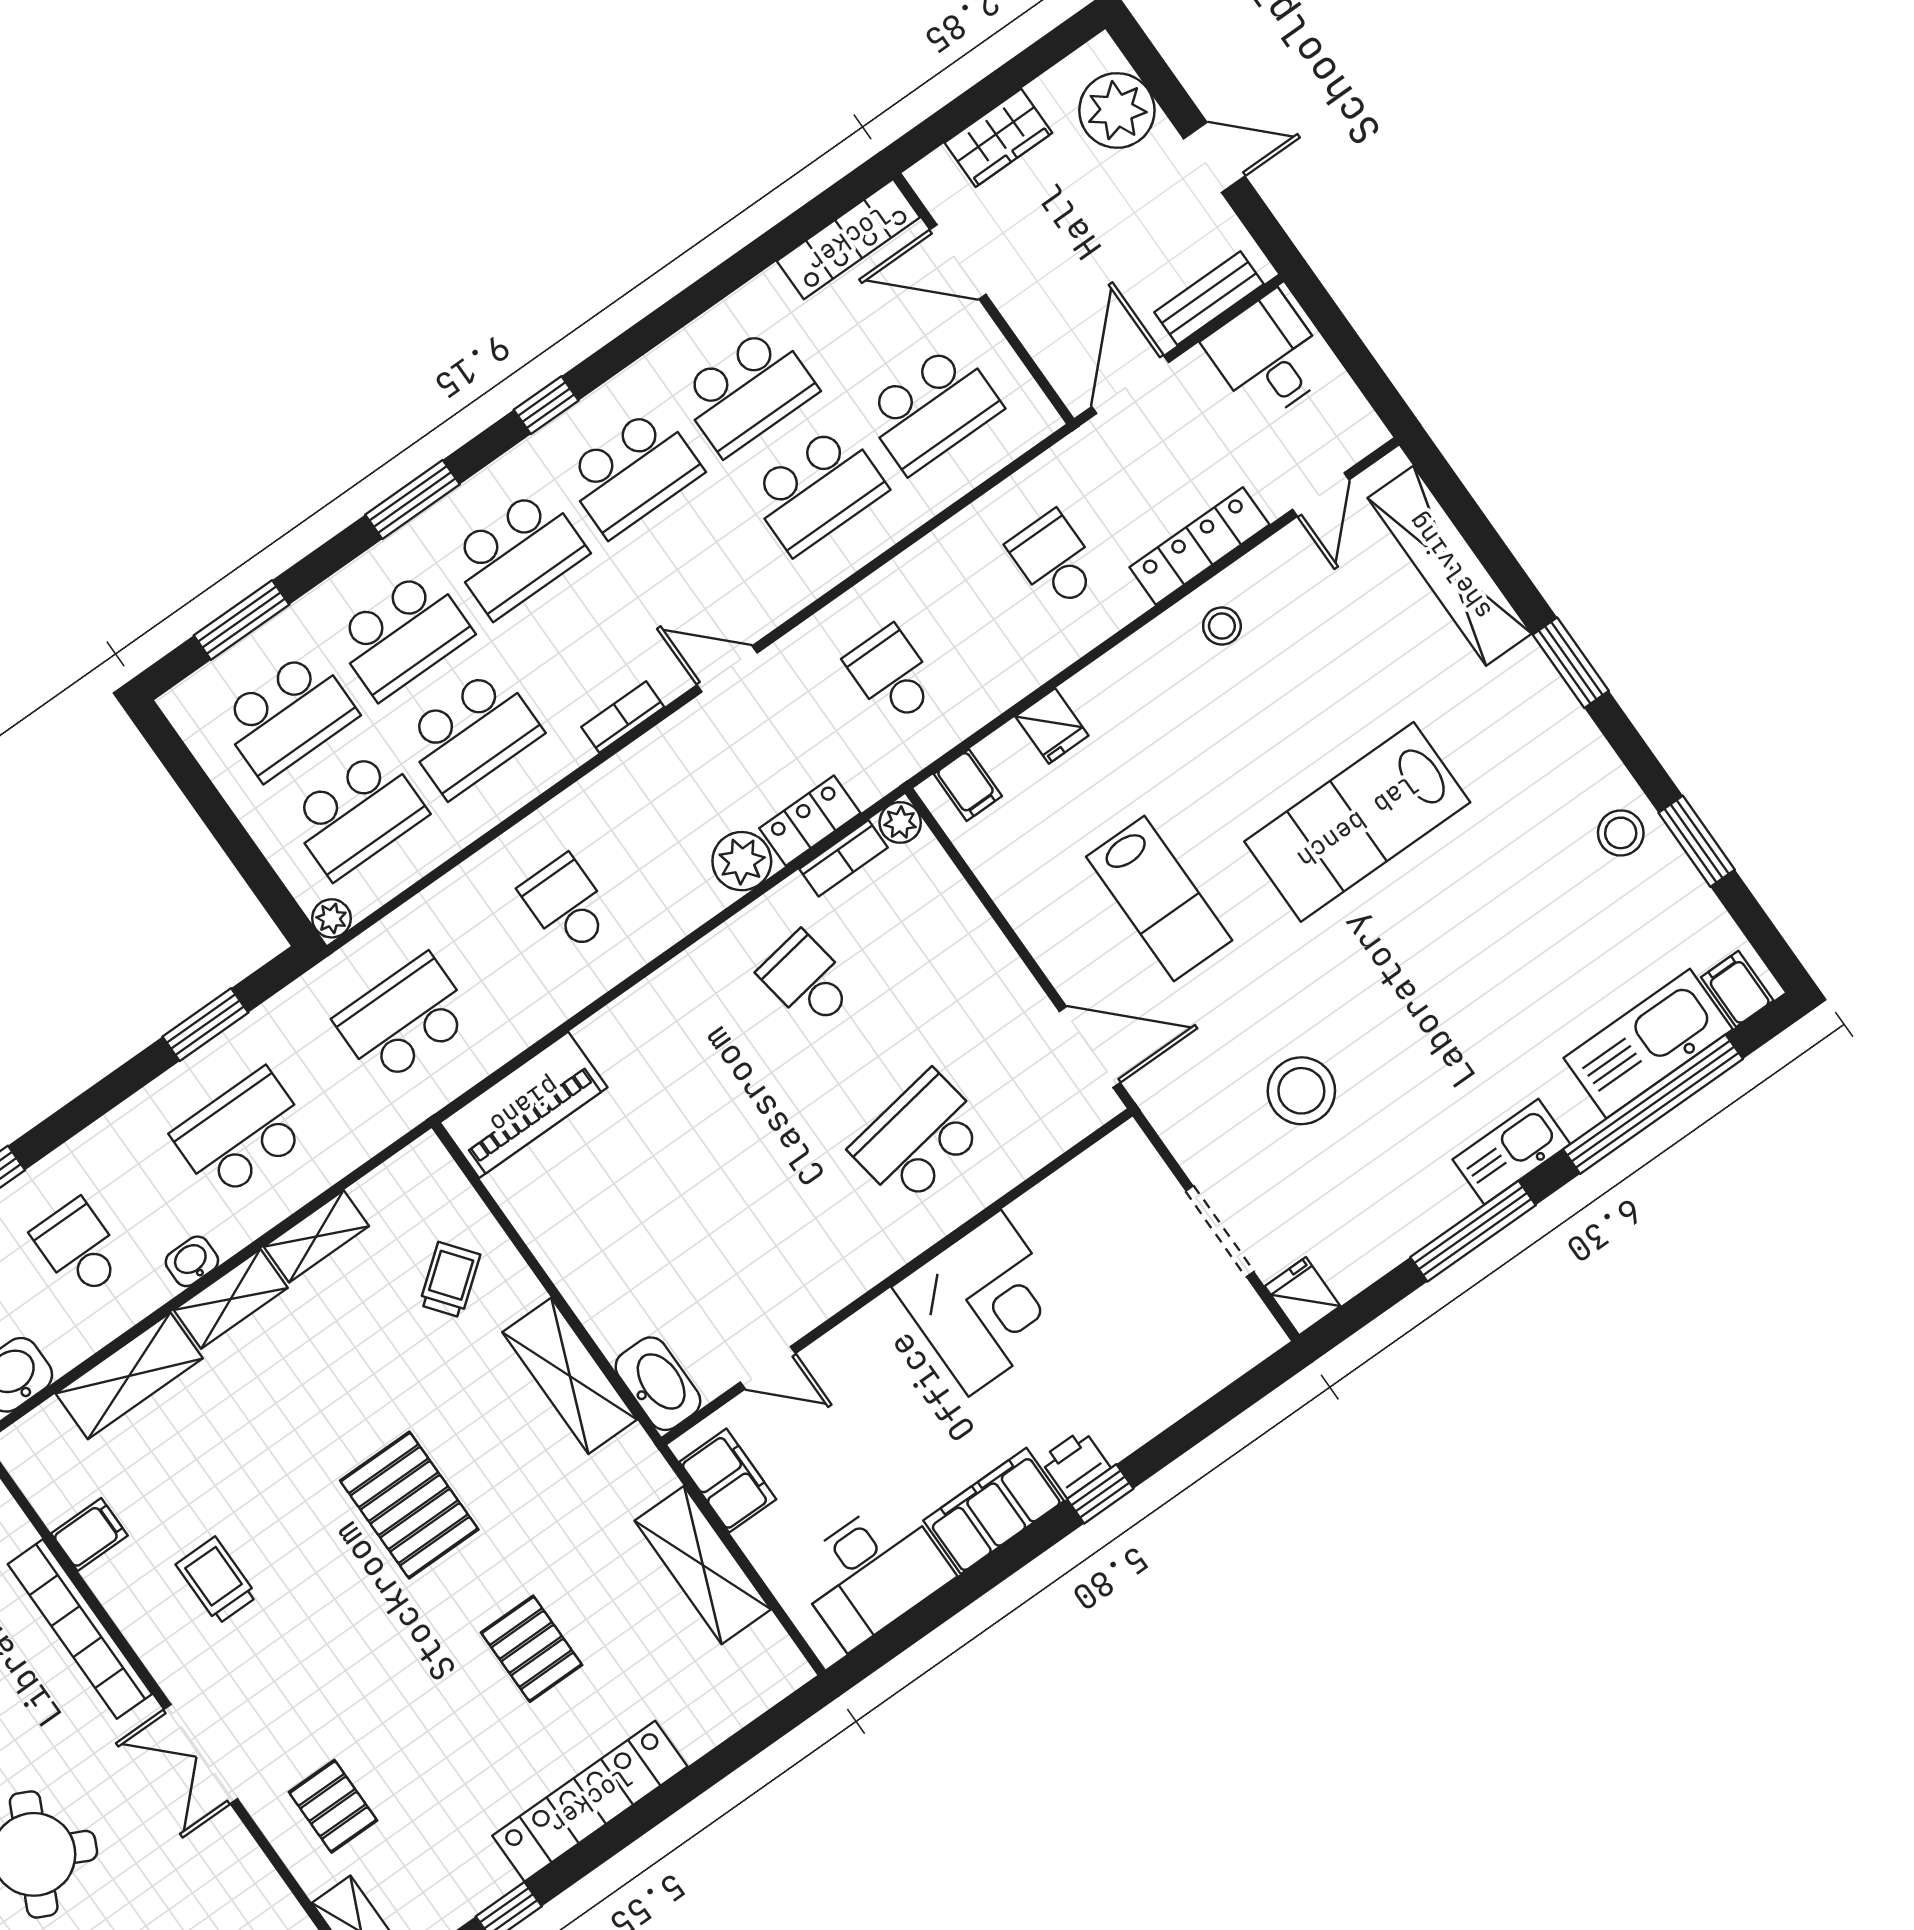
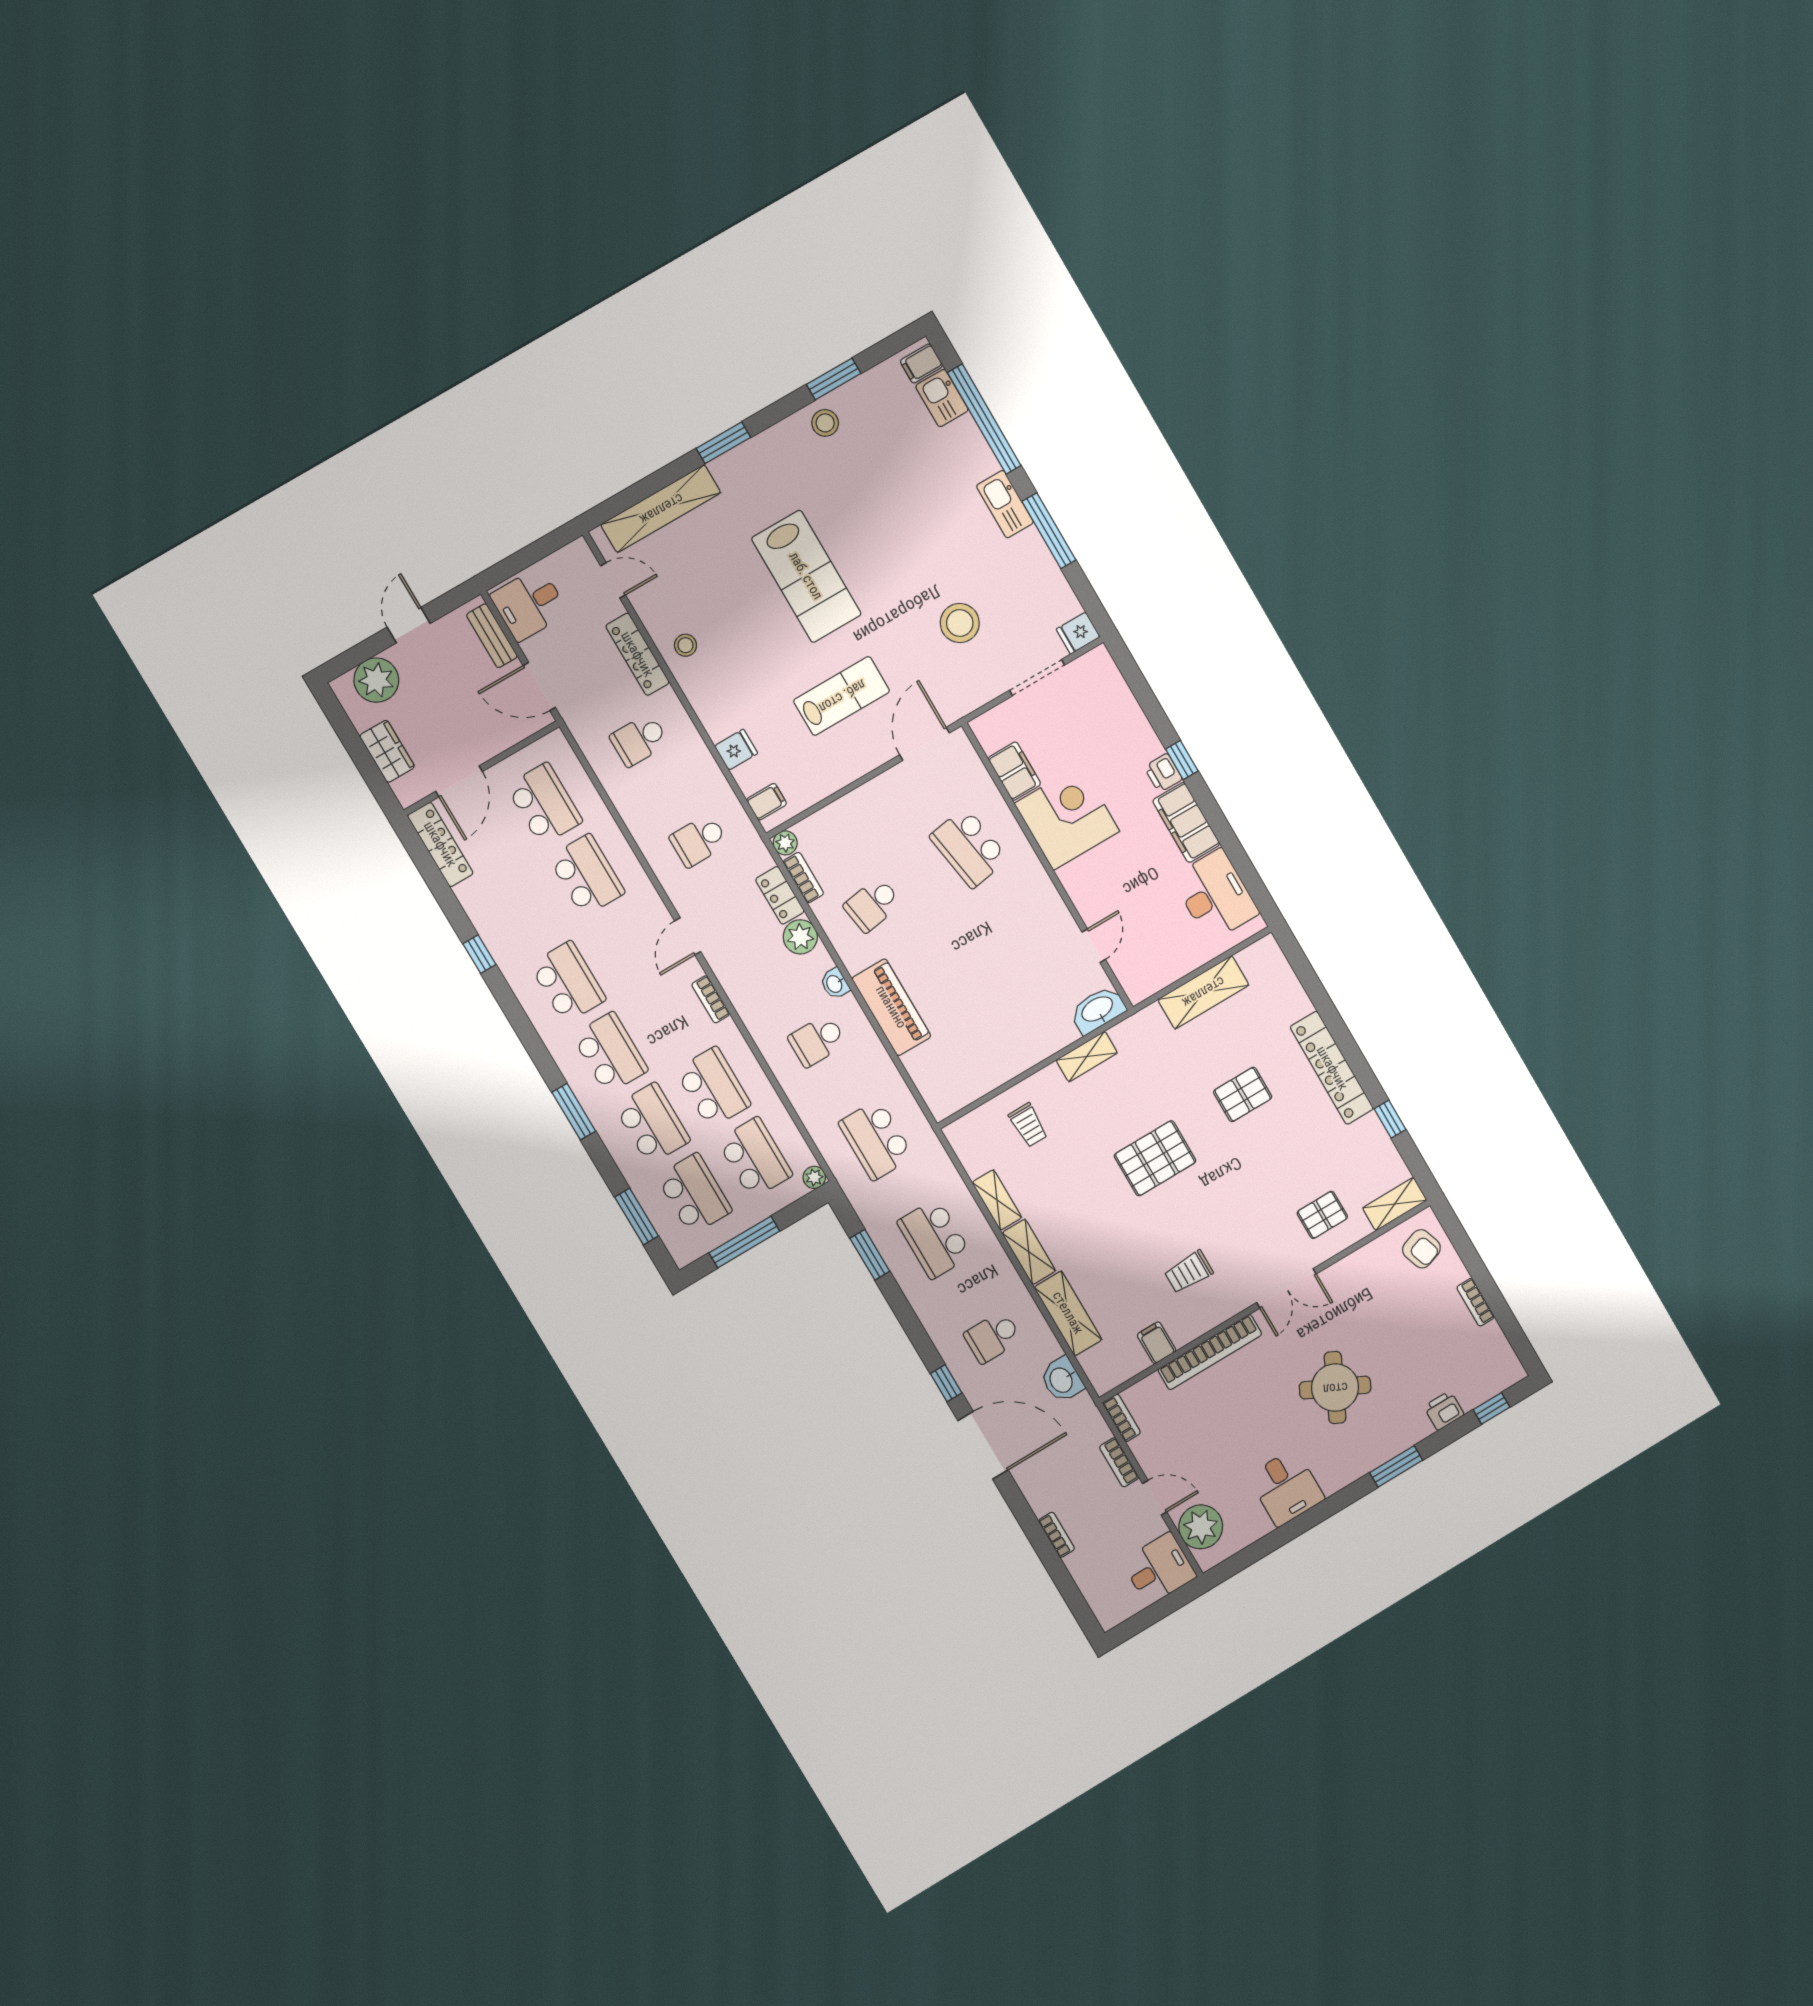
school desk: (748, 391) -> (525, 911), removed
window: (546, 405) -> (479, 954), moved
window: (212, 808) -> (744, 1242), added
kitchen sink: (1648, 1044) -> (942, 398), width x0.53, depth x0.81
piano: (524, 1105) -> (891, 1007), moved
washbasin: (192, 1261) -> (835, 984), moved
trolley: (450, 1280) -> (1028, 1125), turned -142
shelving: (570, 1376) -> (1087, 1057), width x0.67, depth x0.75
filing cabinet: (728, 1481) -> (1014, 771), moved, turned 90

